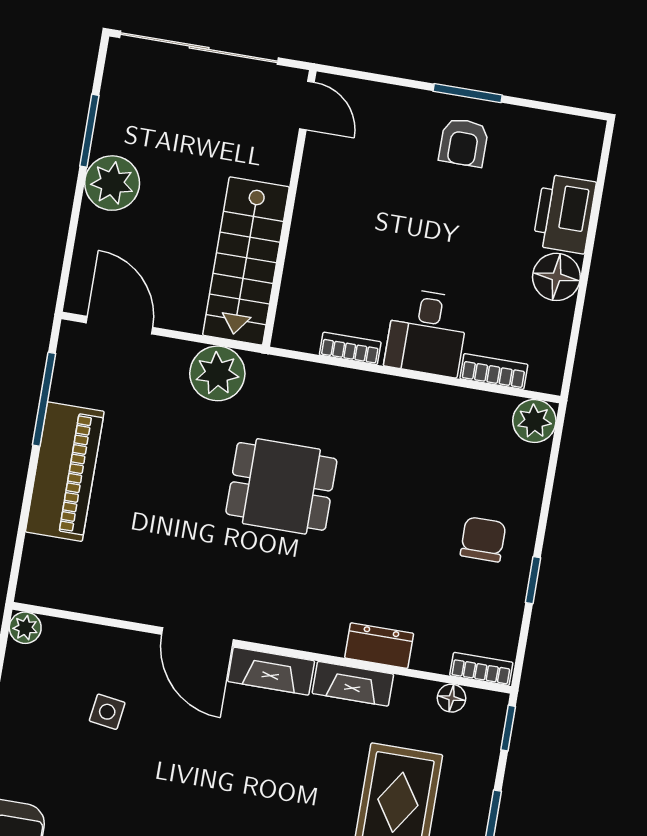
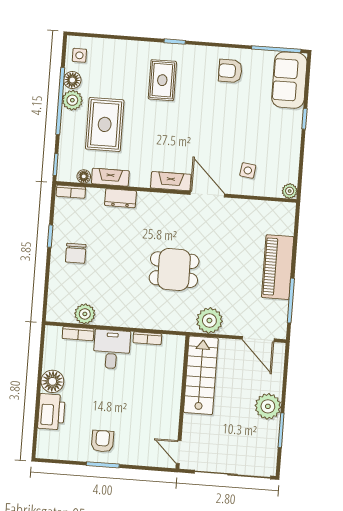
plant: (534, 421) -> (85, 314), moved
fireplace: (353, 684) -> (110, 177), moved
side table: (107, 712) -> (248, 170), moved

